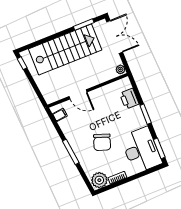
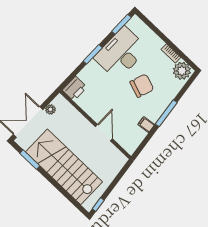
plant: (120, 69) -> (50, 109), moved
printer: (129, 99) -> (75, 89), moved
filing cabinet: (60, 115) -> (146, 125), moved
desk: (141, 150) -> (121, 53), moved

